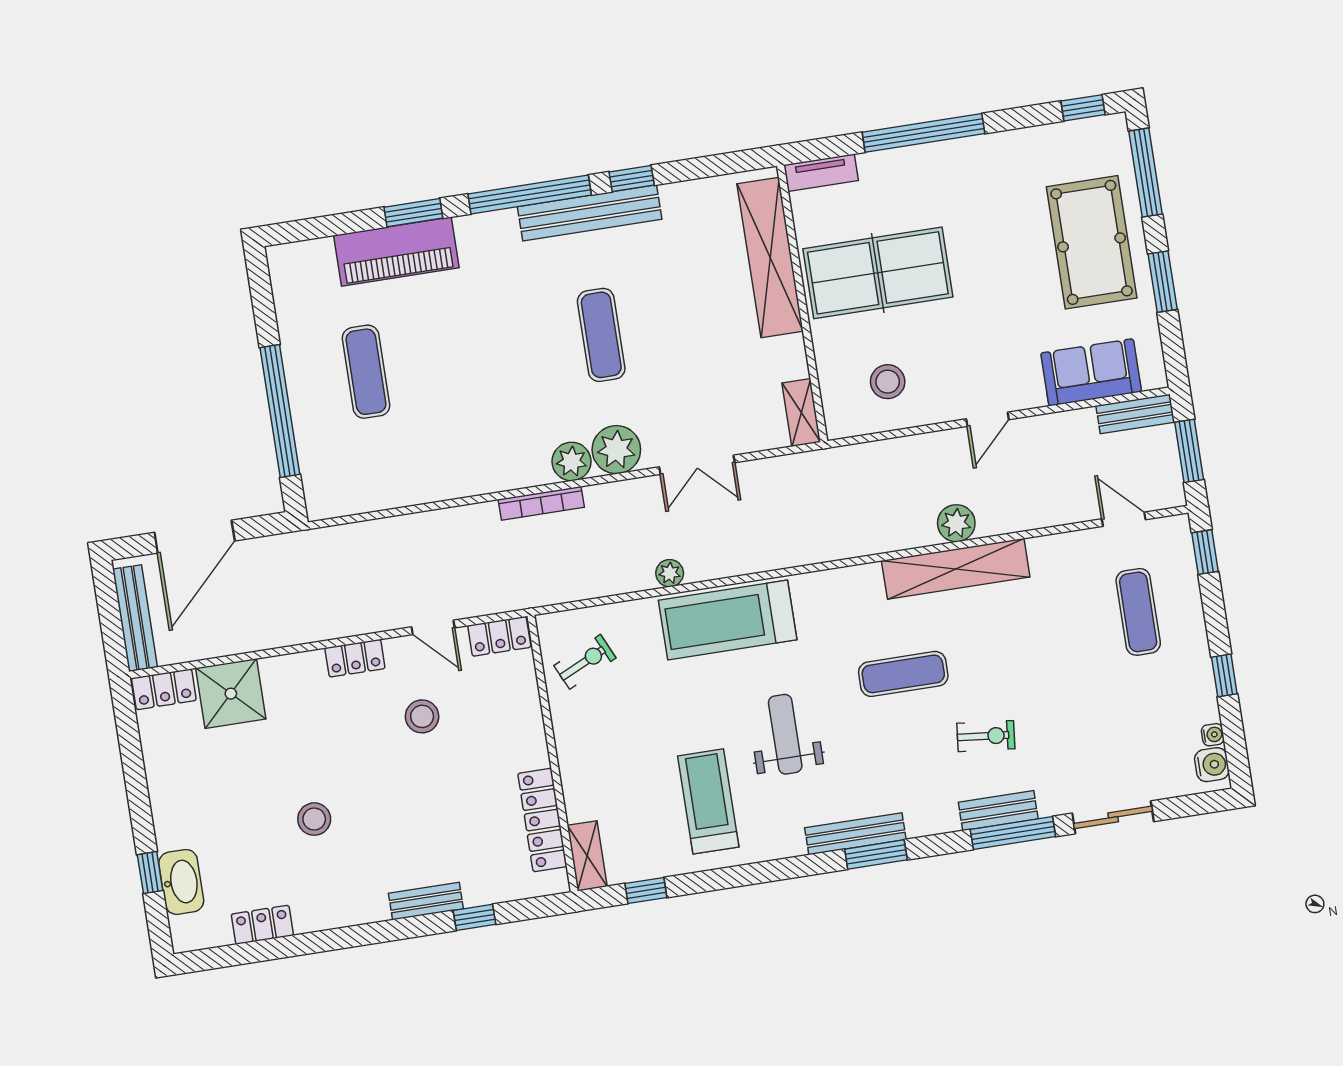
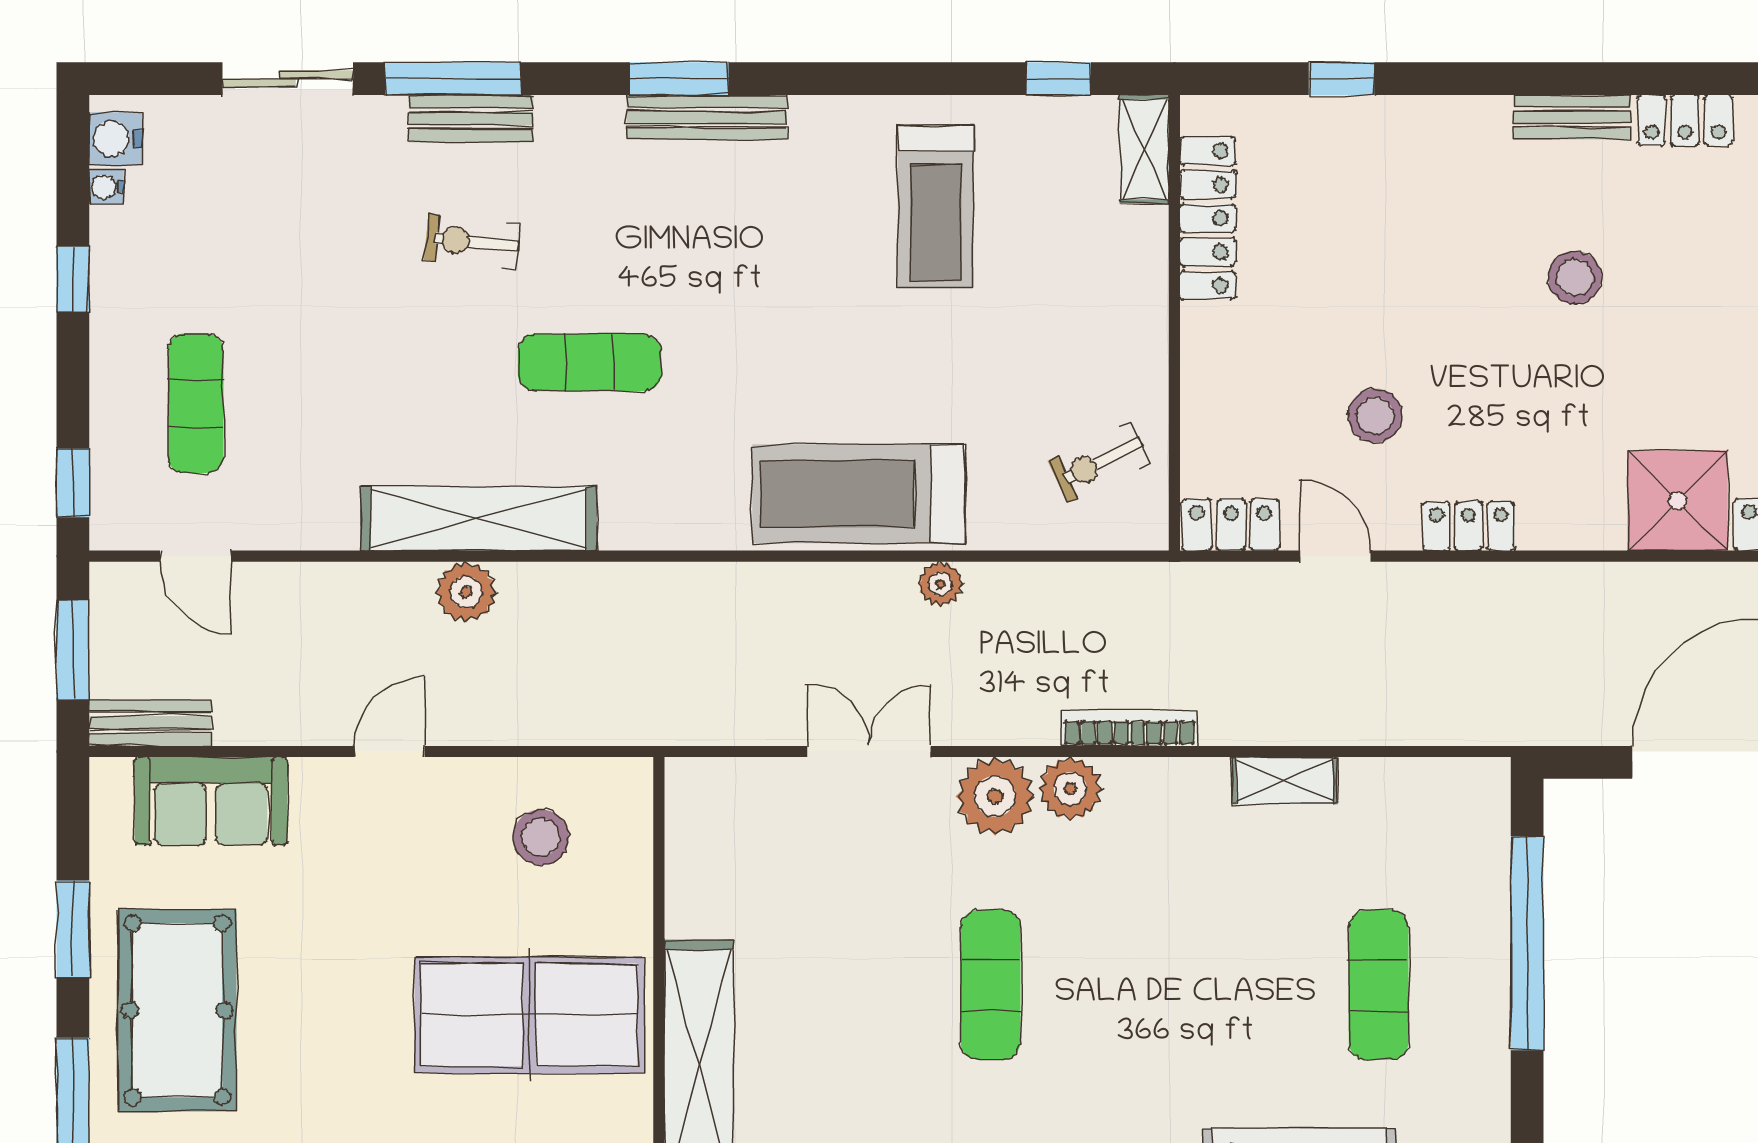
shelving: (801, 412) -> (1285, 781), moved, turned 90
treadmill: (728, 620) -> (859, 494), turned 180
weight bench: (785, 734) -> (795, 295), removed
bench: (426, 901) -> (1572, 117), moved

